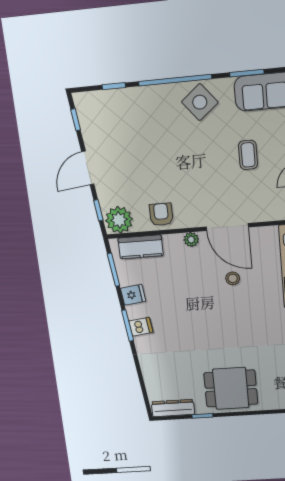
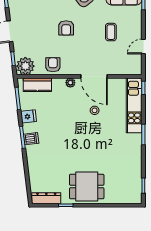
armchair: (176, 155) -> (66, 28), added

